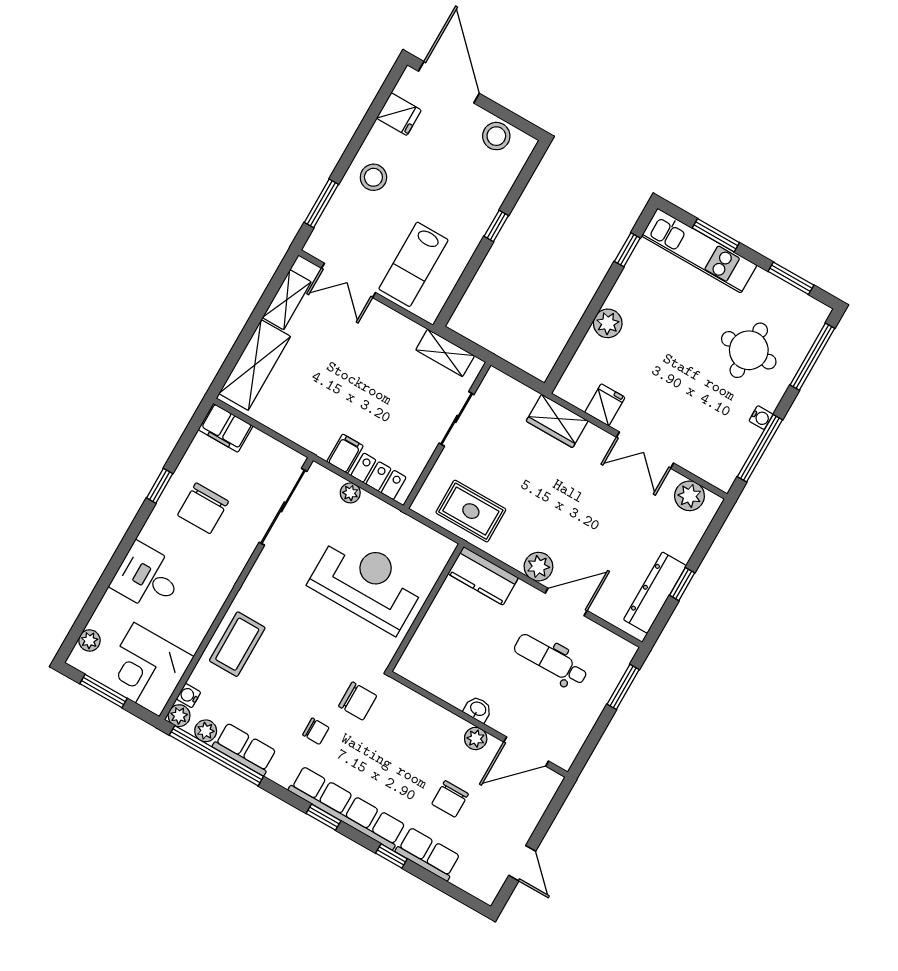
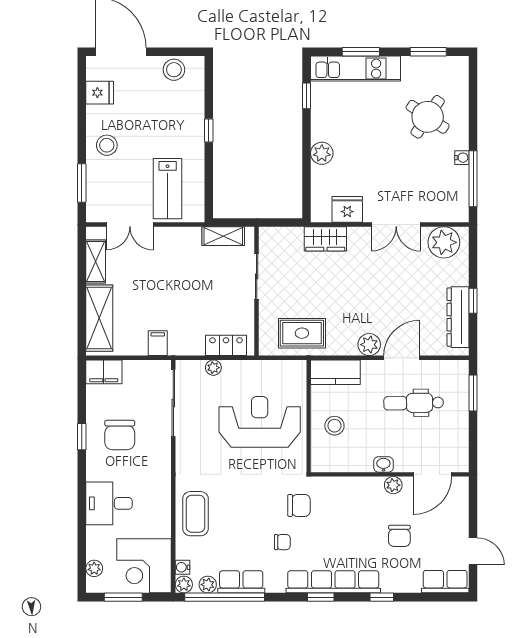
round table: (749, 350) -> (428, 117), turned 34
window: (812, 357) -> (473, 96), removed
fridge: (605, 405) -> (347, 209), width x1.38
filing cabinet: (345, 454) -> (158, 343), moved
plant: (689, 496) -> (444, 242), width x1.36, depth x1.36
stool: (448, 635) -> (334, 426), added
row of seats: (428, 854) -> (445, 582), moved

